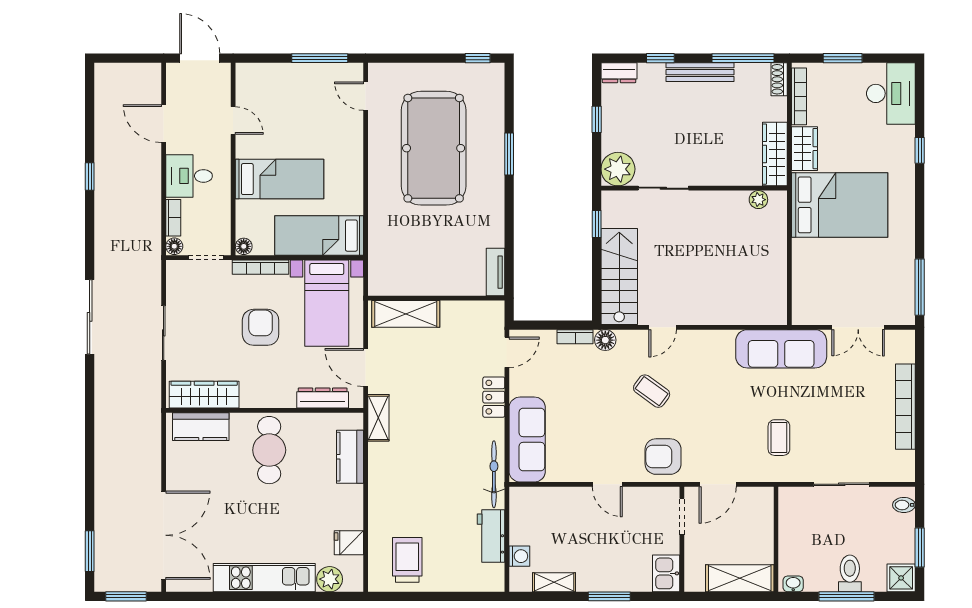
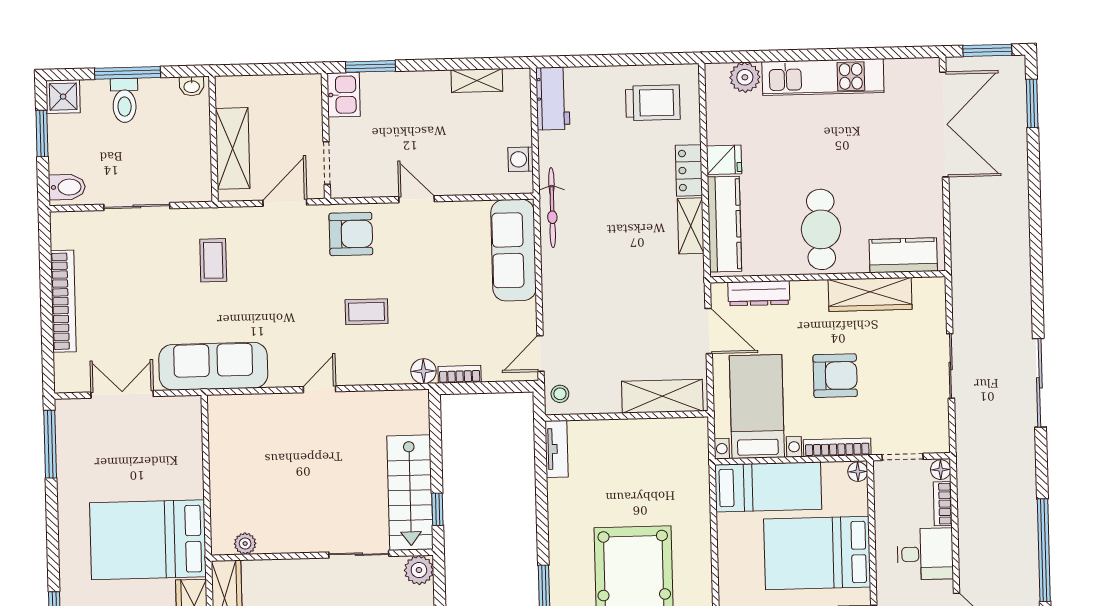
plant: (618, 169) -> (419, 570), width x0.73, depth x0.73
window: (90, 177) -> (1044, 550), width x3.17
bed: (279, 179) -> (817, 553), width x1.50
stairs: (619, 276) -> (410, 493), moved
stool: (491, 318) -> (560, 394), added
armchair: (261, 327) -> (835, 376), turned -90
door: (663, 327) -> (319, 389), moved
coffee table: (652, 391) -> (367, 312), turned -36
wardrobe: (204, 395) -> (870, 294), moved
locker: (494, 397) -> (689, 170), moved, turned 180
shelving: (378, 418) -> (691, 226), moved
kitchen counter: (350, 457) -> (724, 224), width x1.50
bidet: (904, 505) -> (67, 187), width x1.38, depth x1.36
double door: (164, 535) -> (944, 125), swing flipped
workbench: (491, 536) -> (553, 98), moved
fridge: (349, 543) -> (724, 160), moved
washing machine: (519, 556) -> (521, 159), moved
trolley: (407, 560) -> (653, 103), turned -90
shelving: (740, 578) -> (233, 148), moved, turned 90
window: (609, 596) -> (370, 66), moved

